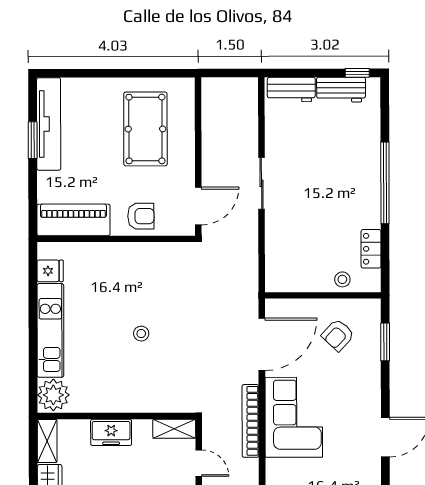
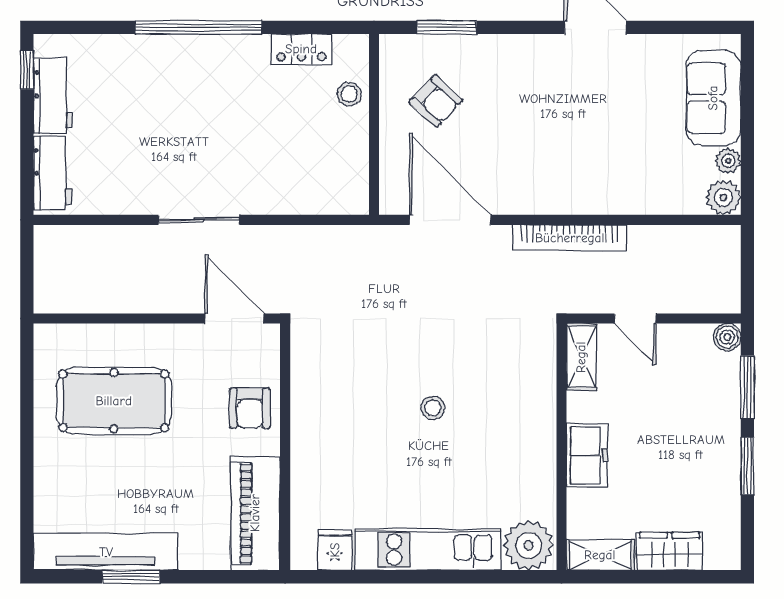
armchair: (141, 216) -> (250, 408), turned 180
corner sofa: (294, 417) -> (564, 170), removed
door: (199, 463) -> (635, 319), swing flipped

